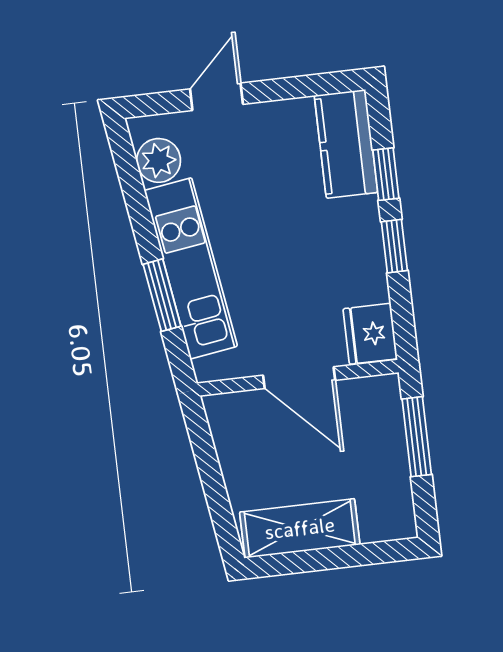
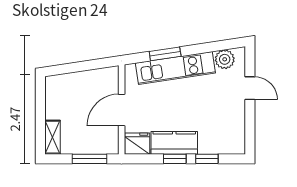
kitchen counter: (346, 144) -> (174, 143), moved
shelving: (300, 528) -> (53, 137), moved, width x0.67, depth x0.75

